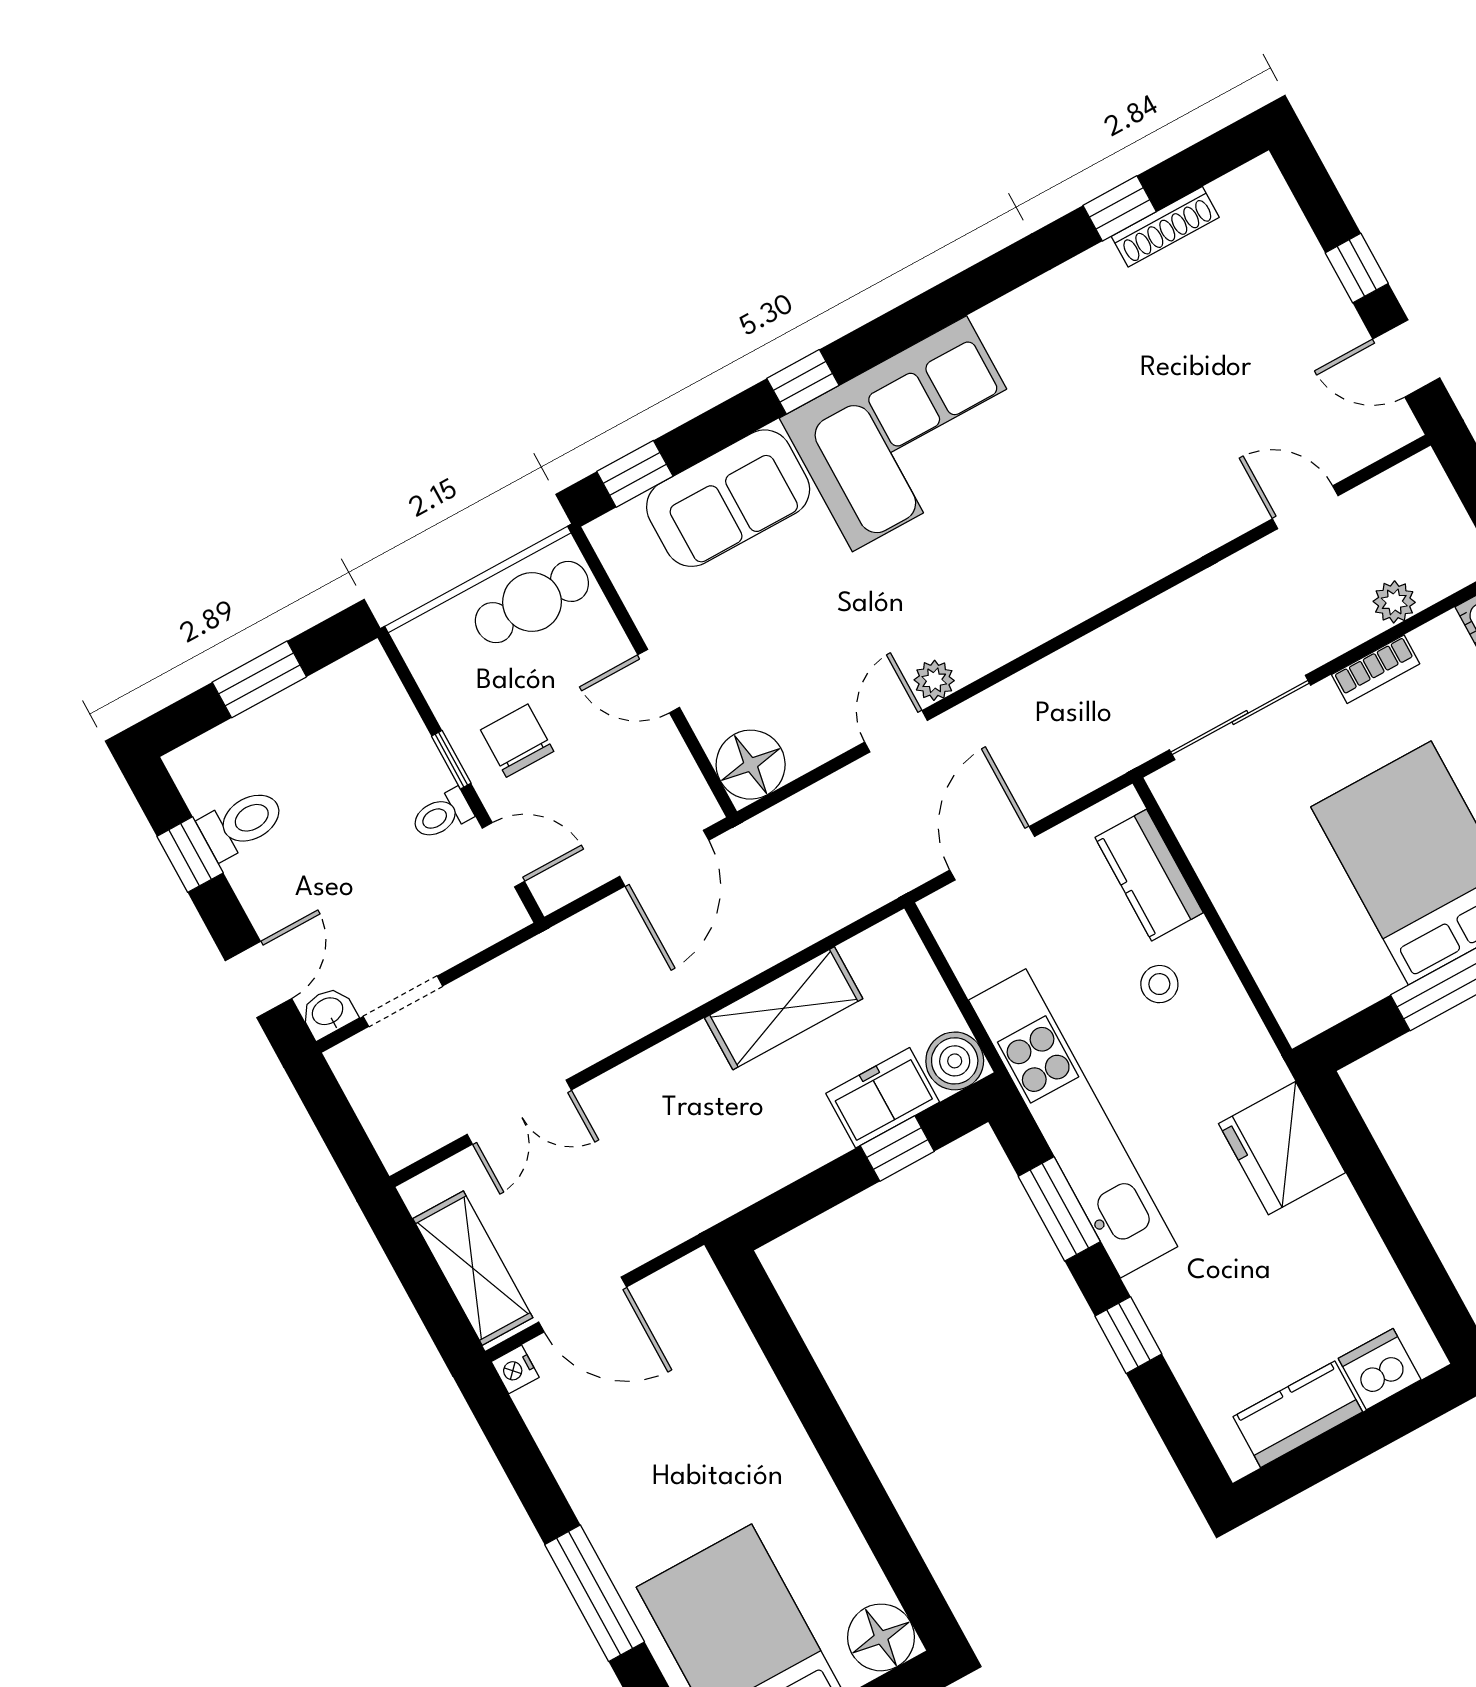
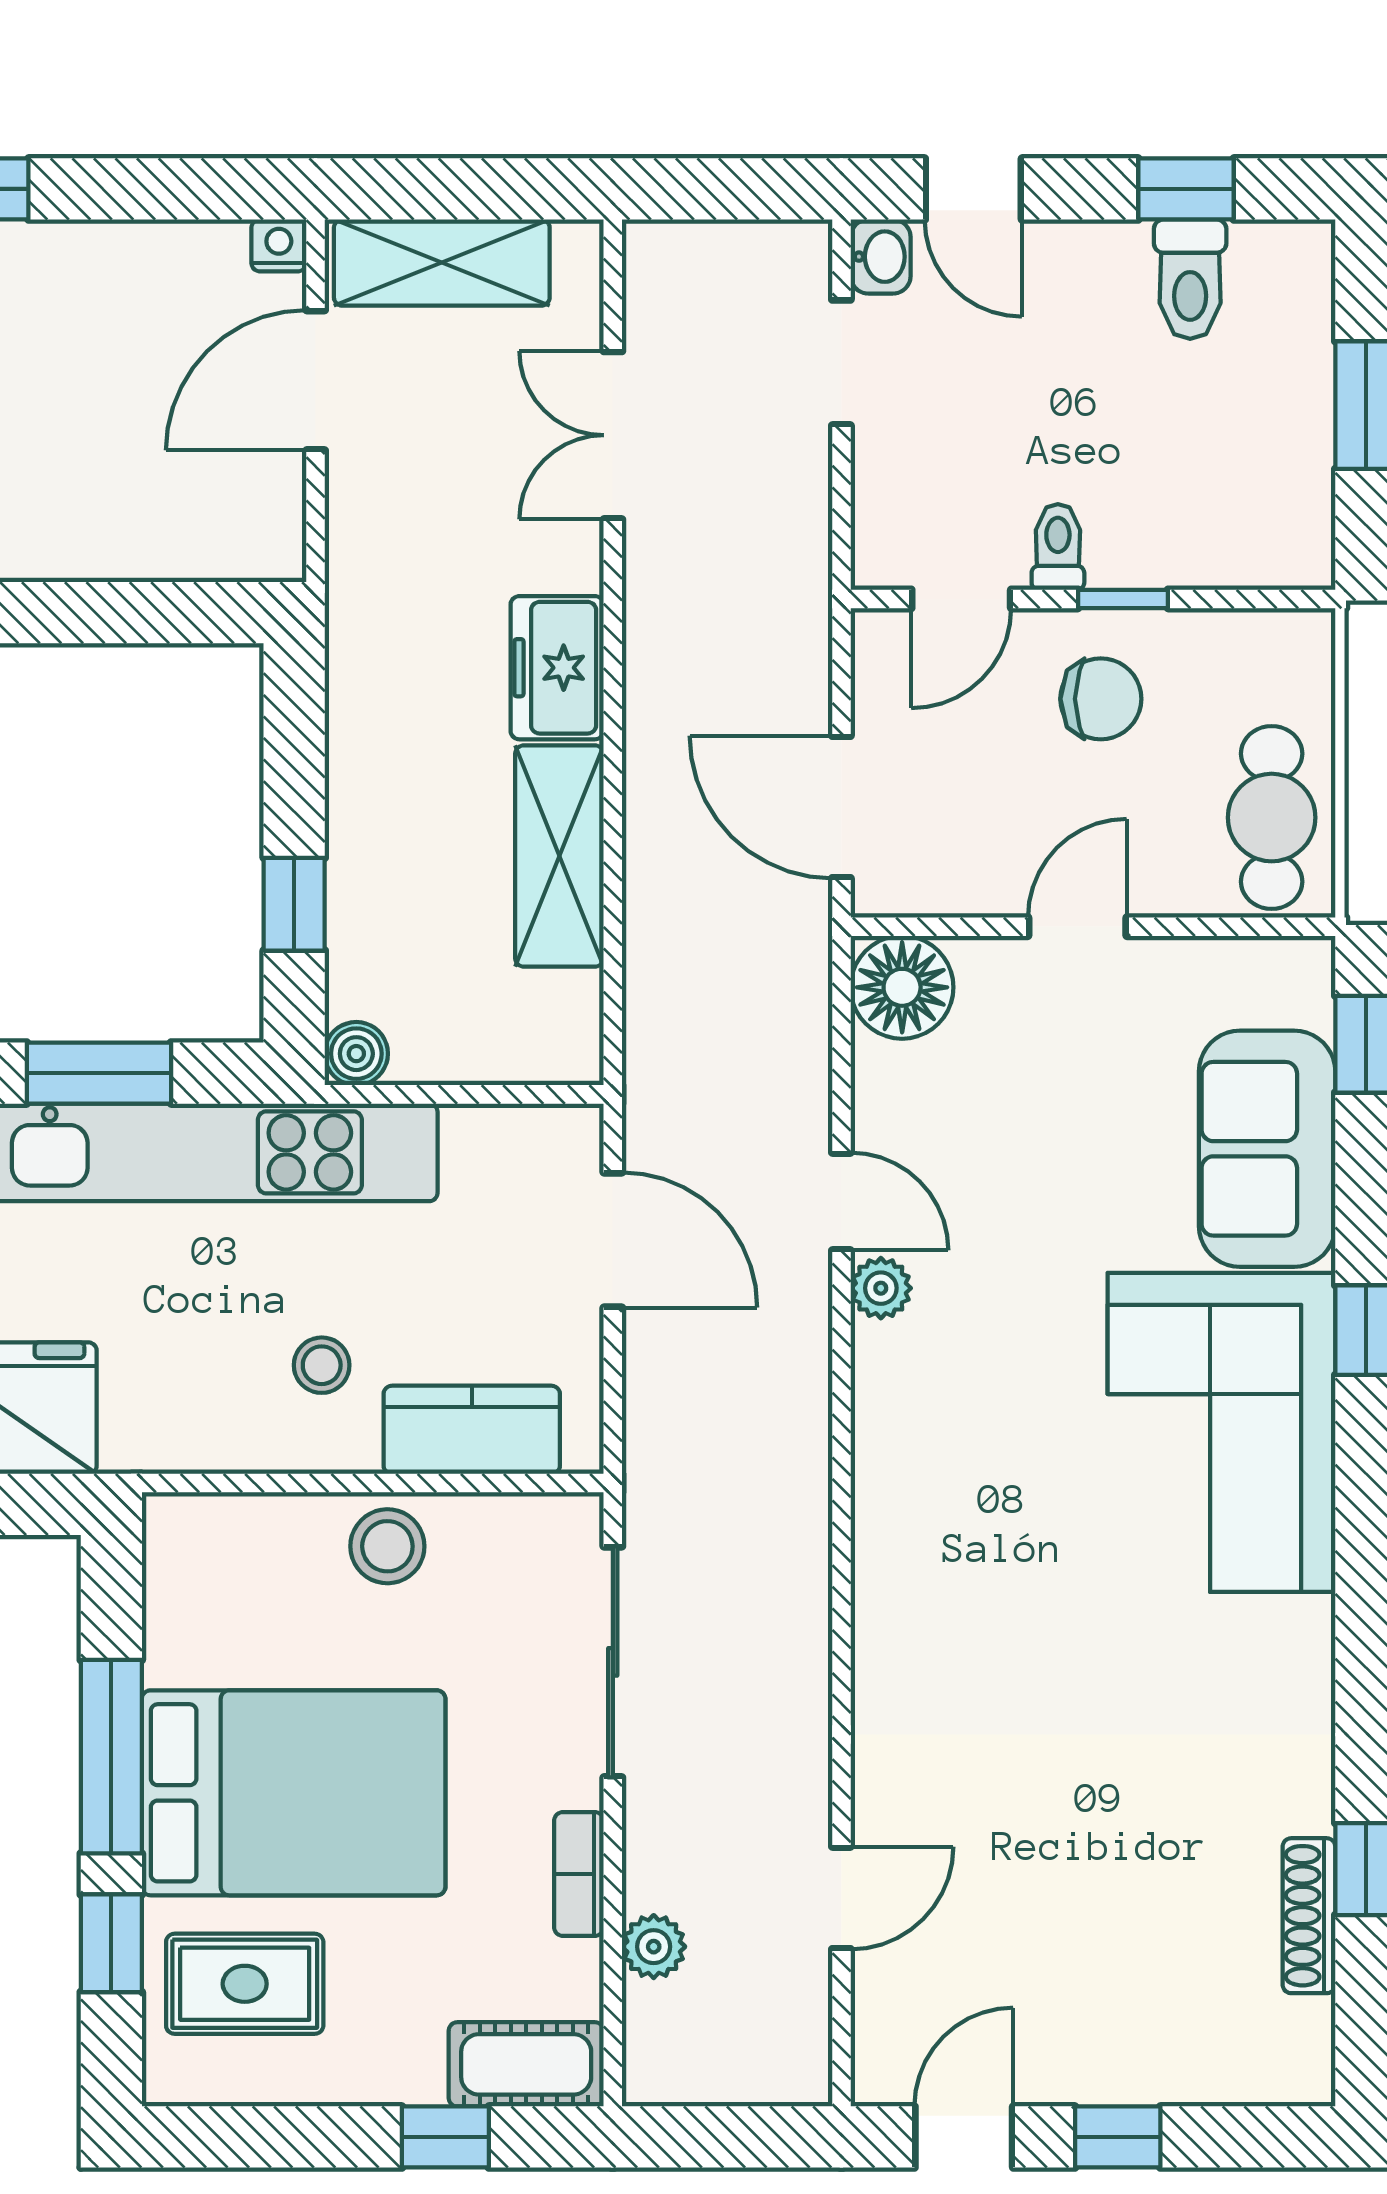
stool: (1245, 887) -> (387, 1546), added
boiler: (955, 1061) -> (356, 1054), width x0.73, depth x0.73
freezer: (883, 1098) -> (557, 668), moved, turned 180

